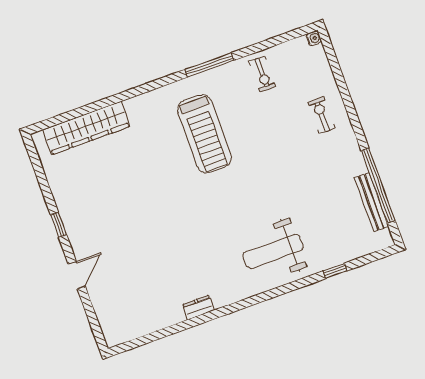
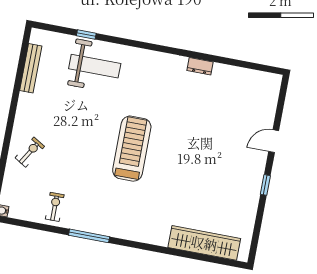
exercise bike: (321, 115) -> (30, 152), turned -149
treadmill: (205, 134) -> (132, 149), moved
window: (378, 186) -> (19, 77), removed
weight bench: (273, 251) -> (95, 66), moved

